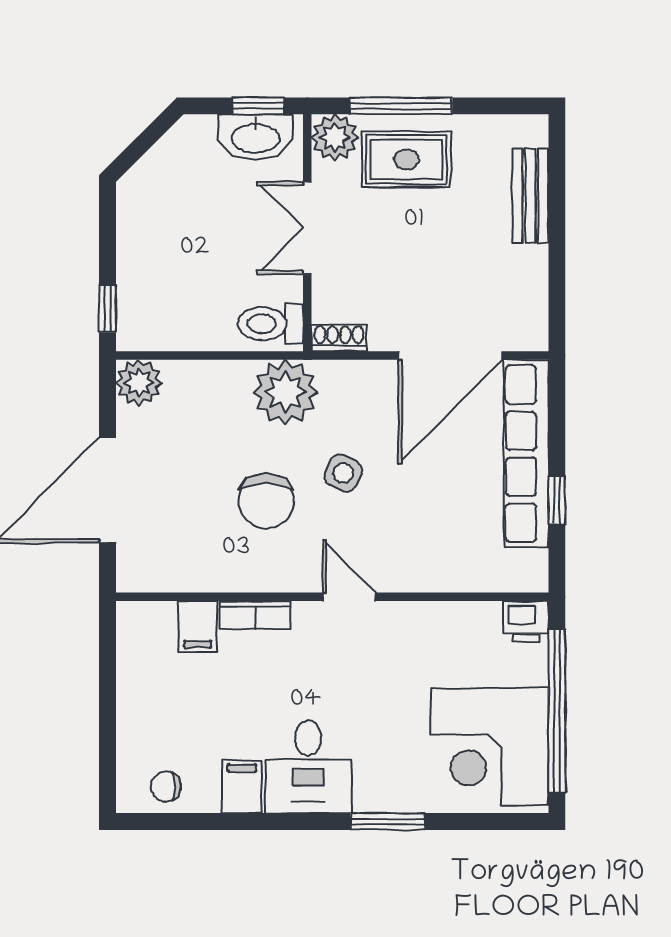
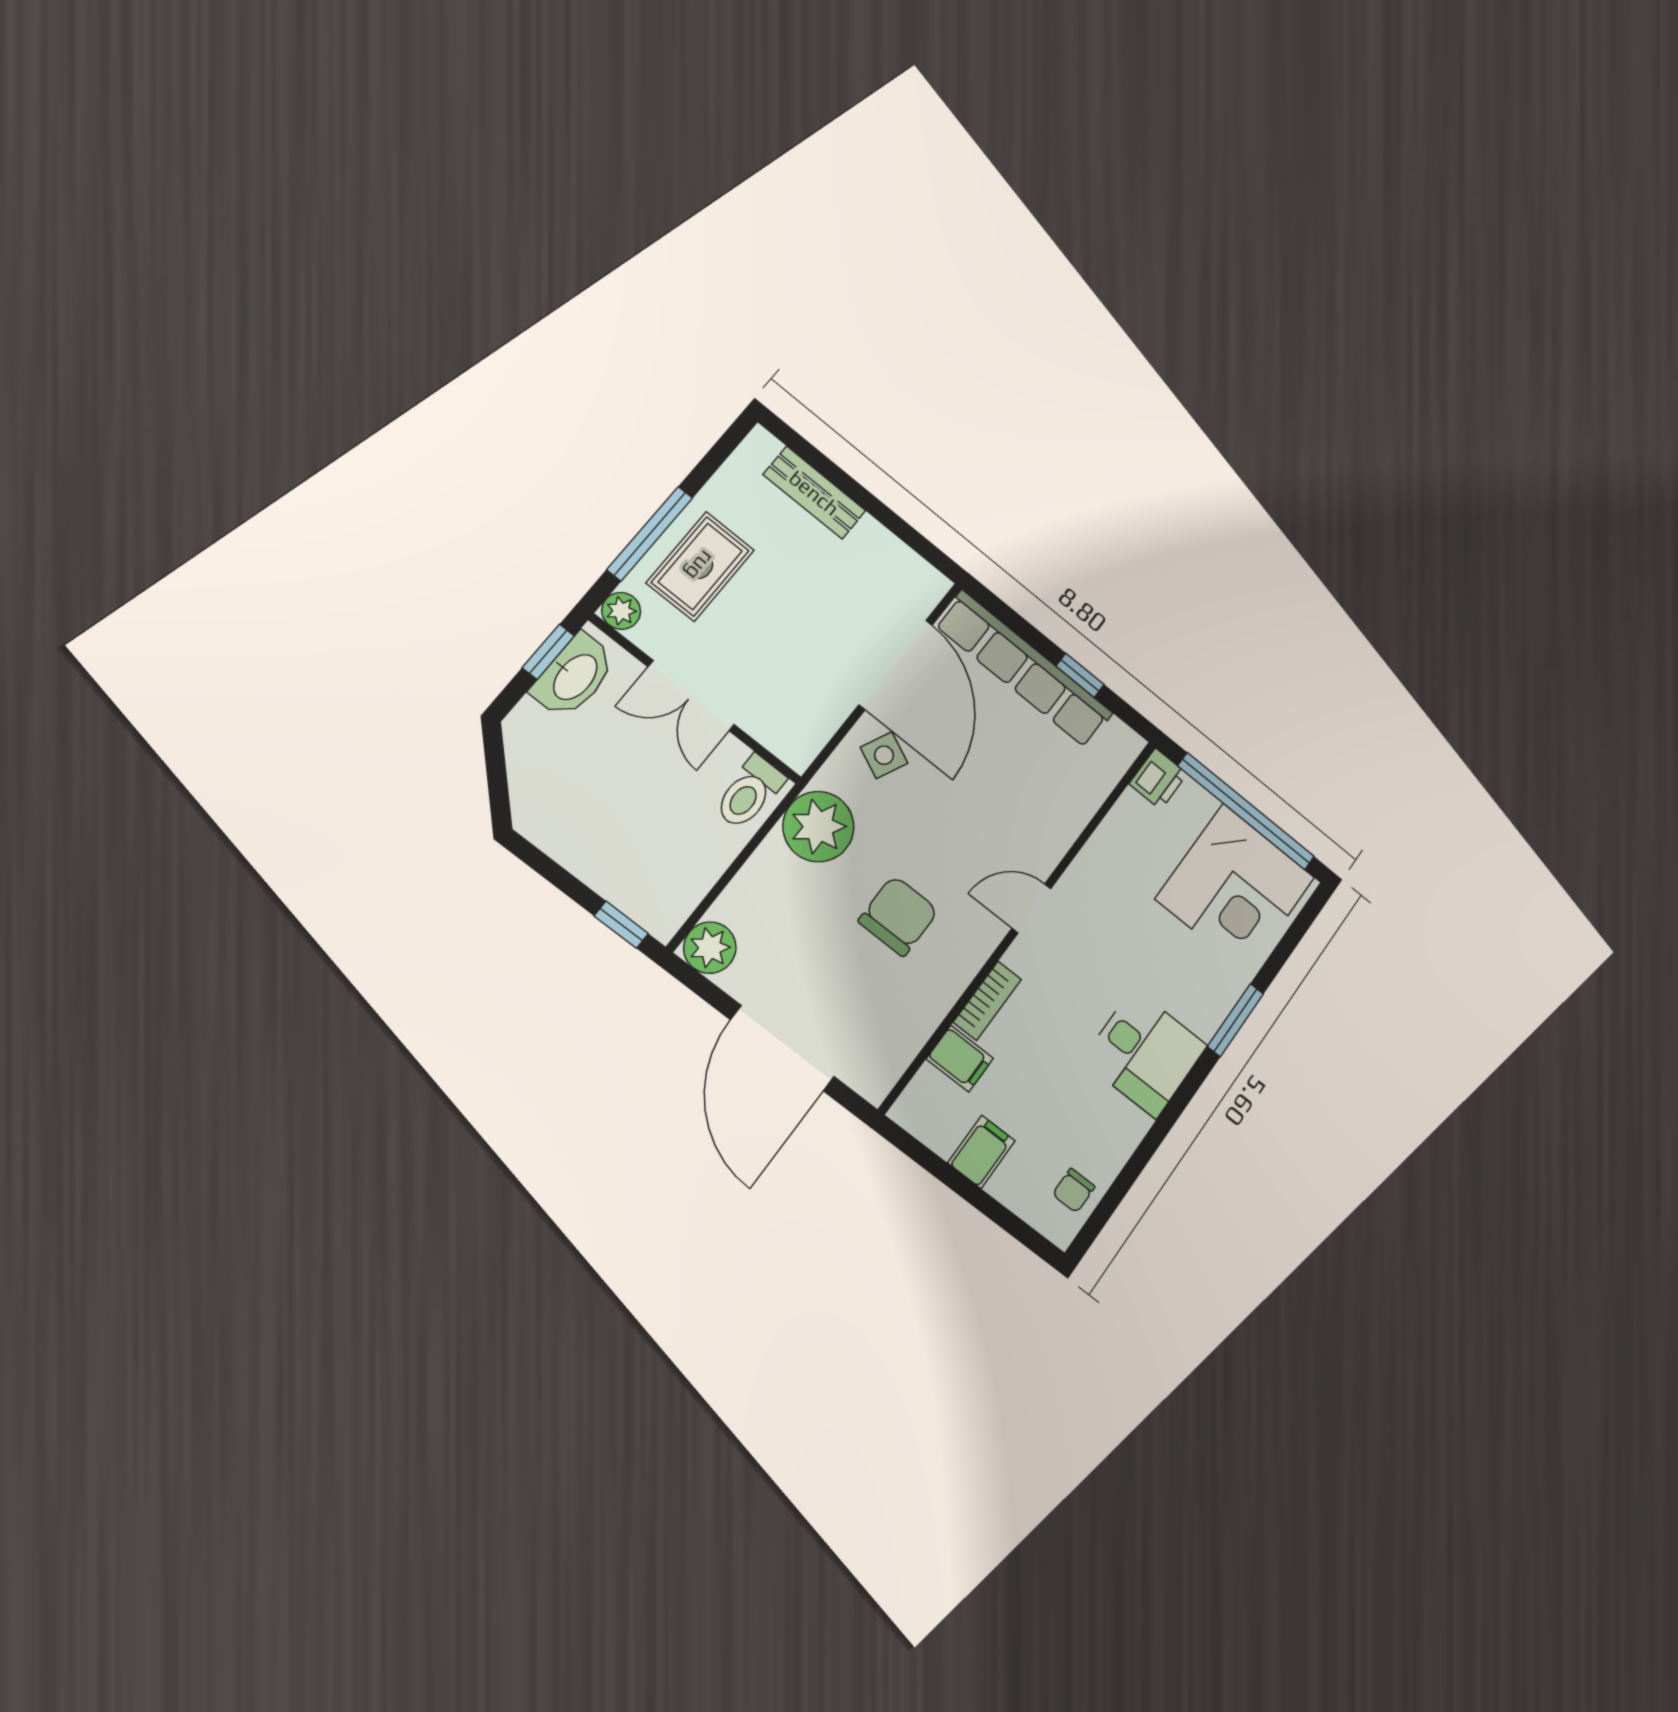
plant: (335, 138) -> (621, 611), width x0.73, depth x0.73
shoe rack: (339, 338) -> (808, 745), removed
side table: (343, 473) -> (884, 755), moved
chair: (266, 501) -> (898, 916), turned -90
filing cabinet: (242, 787) -> (981, 1152), moved, turned 90

